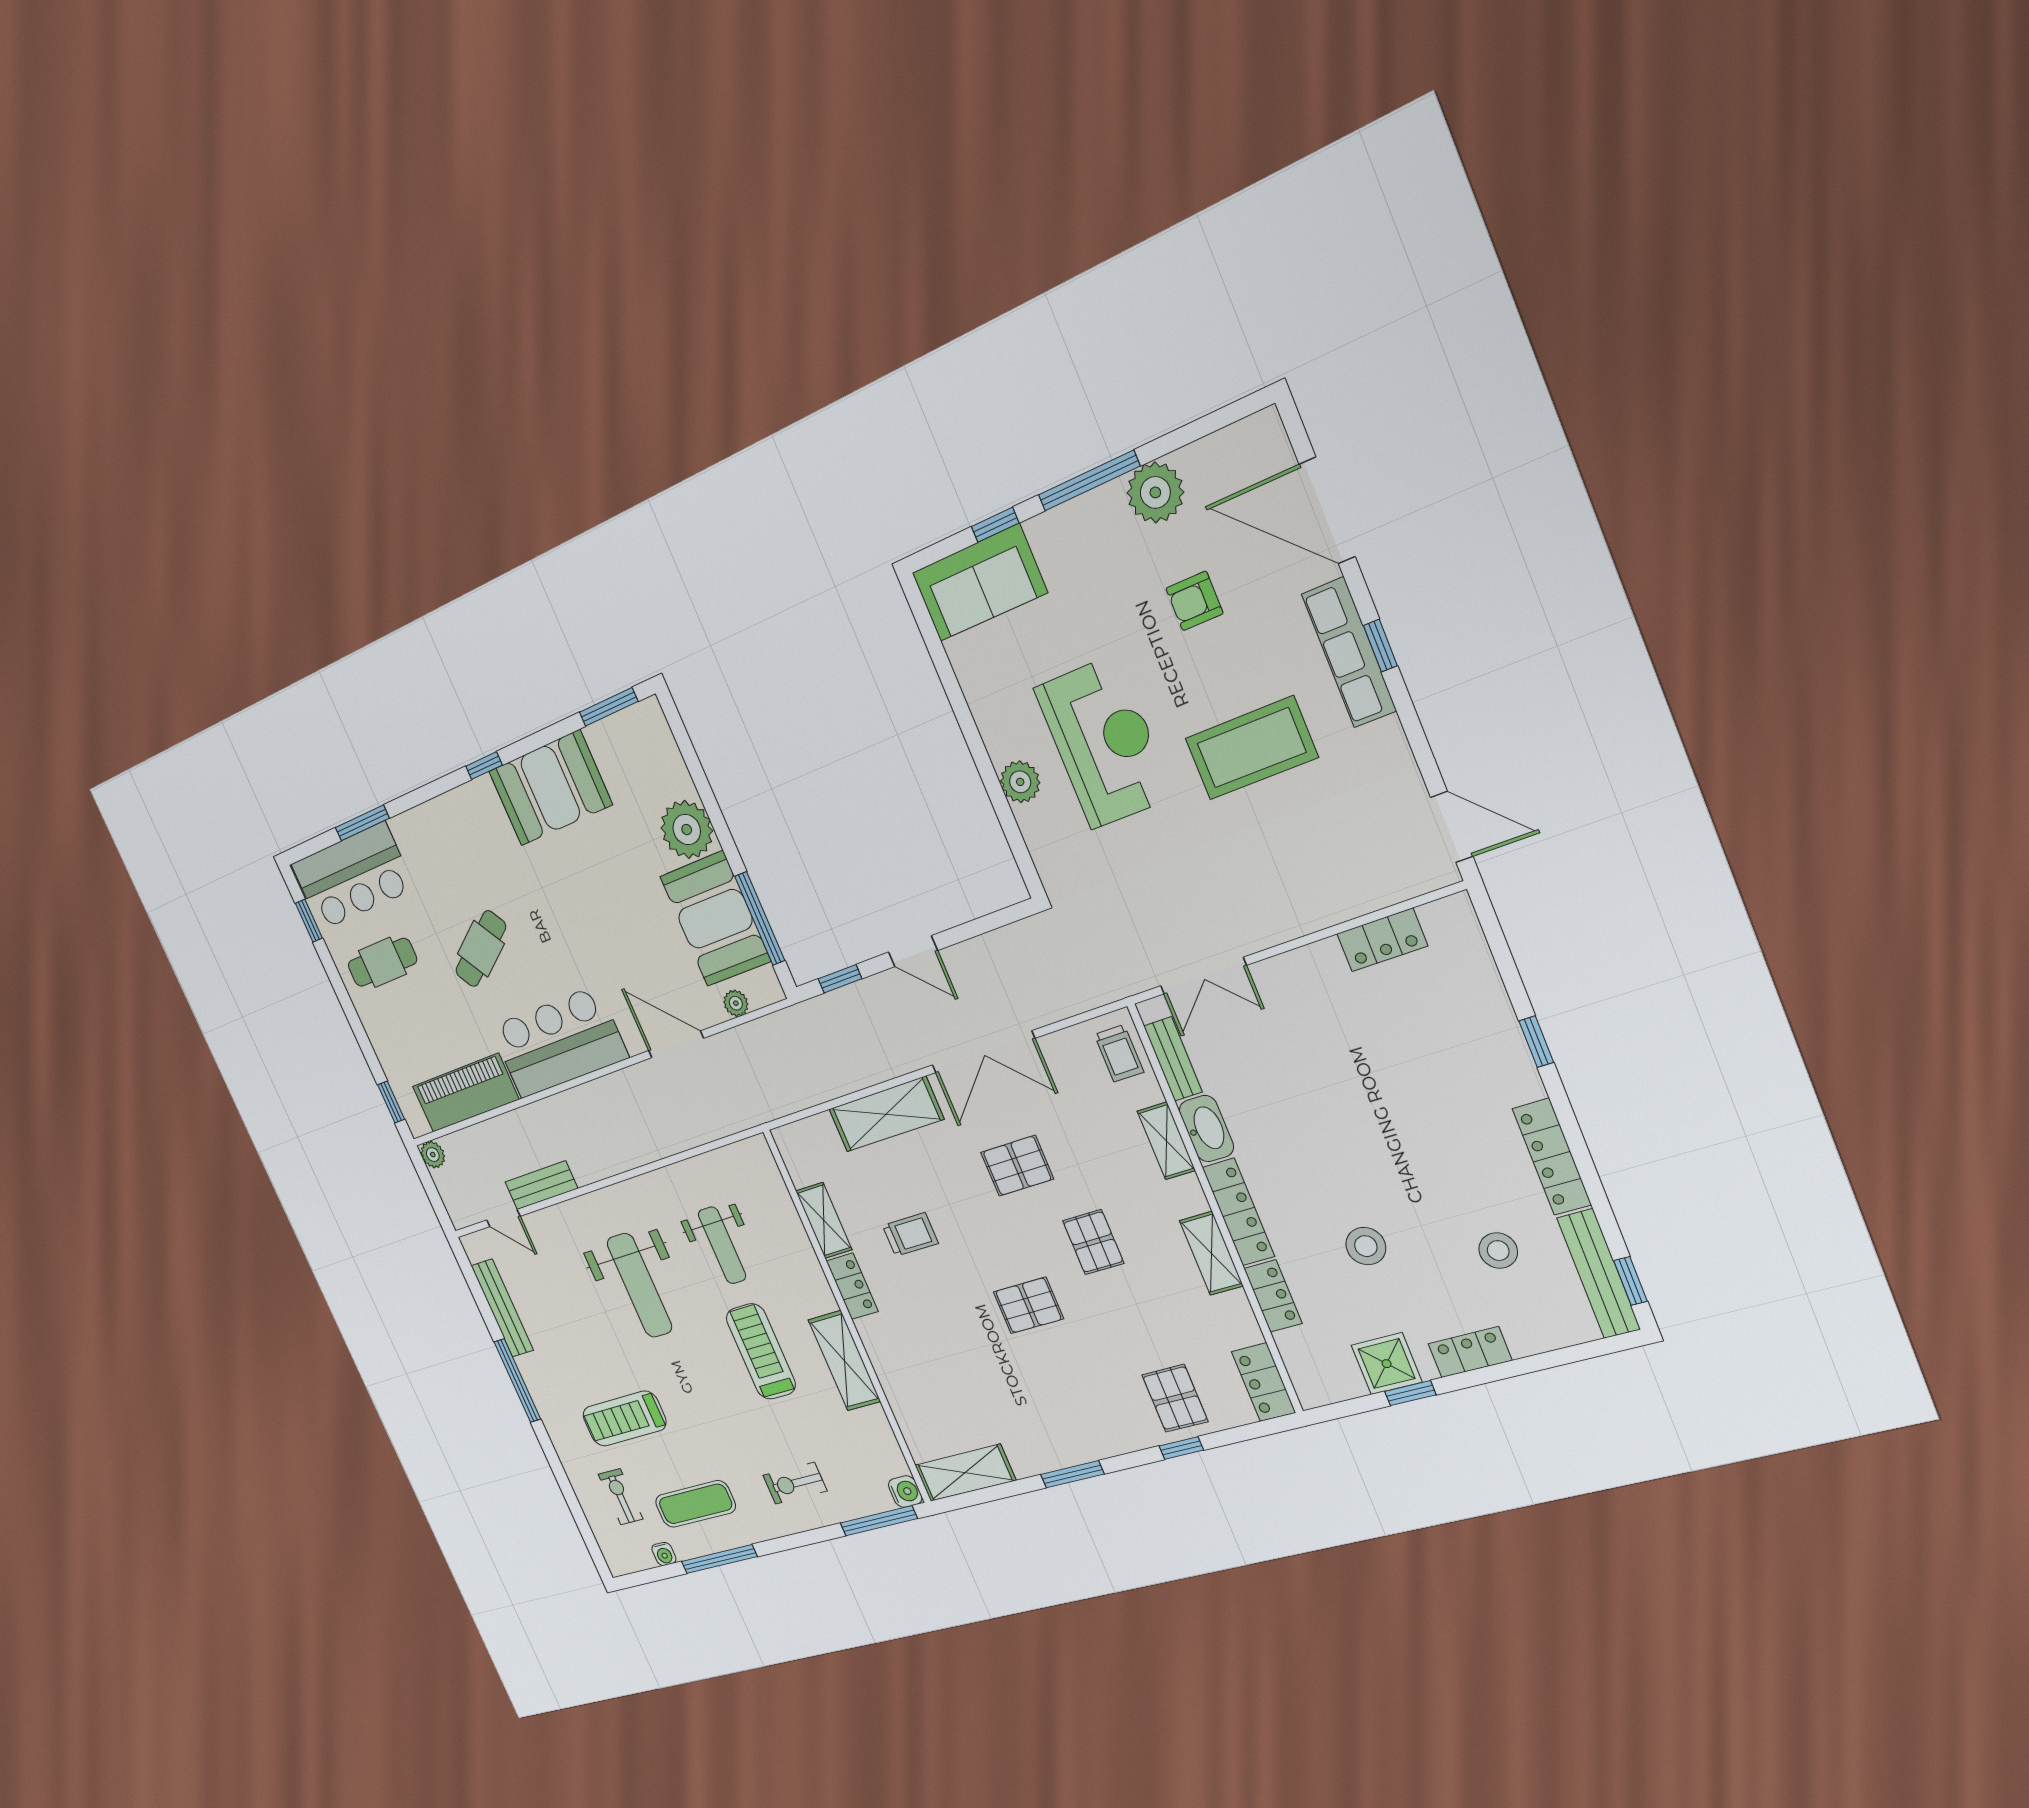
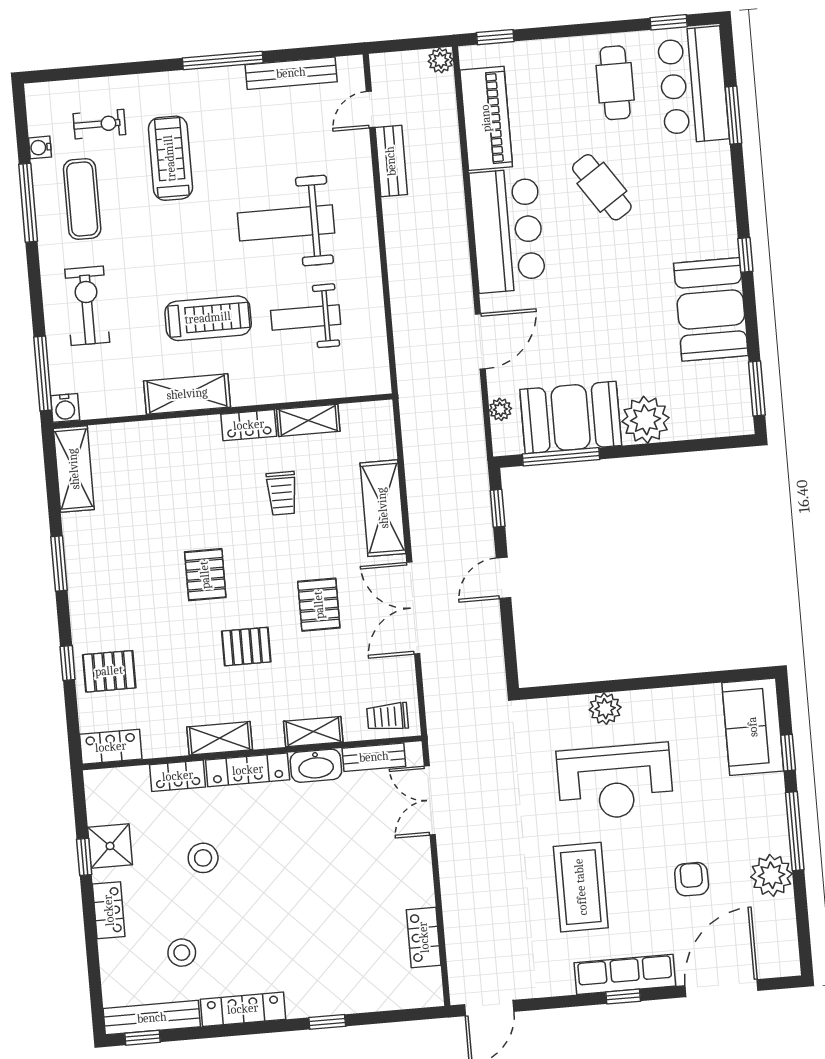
exercise bike: (795, 1483) -> (87, 306), width x1.38, depth x1.39

